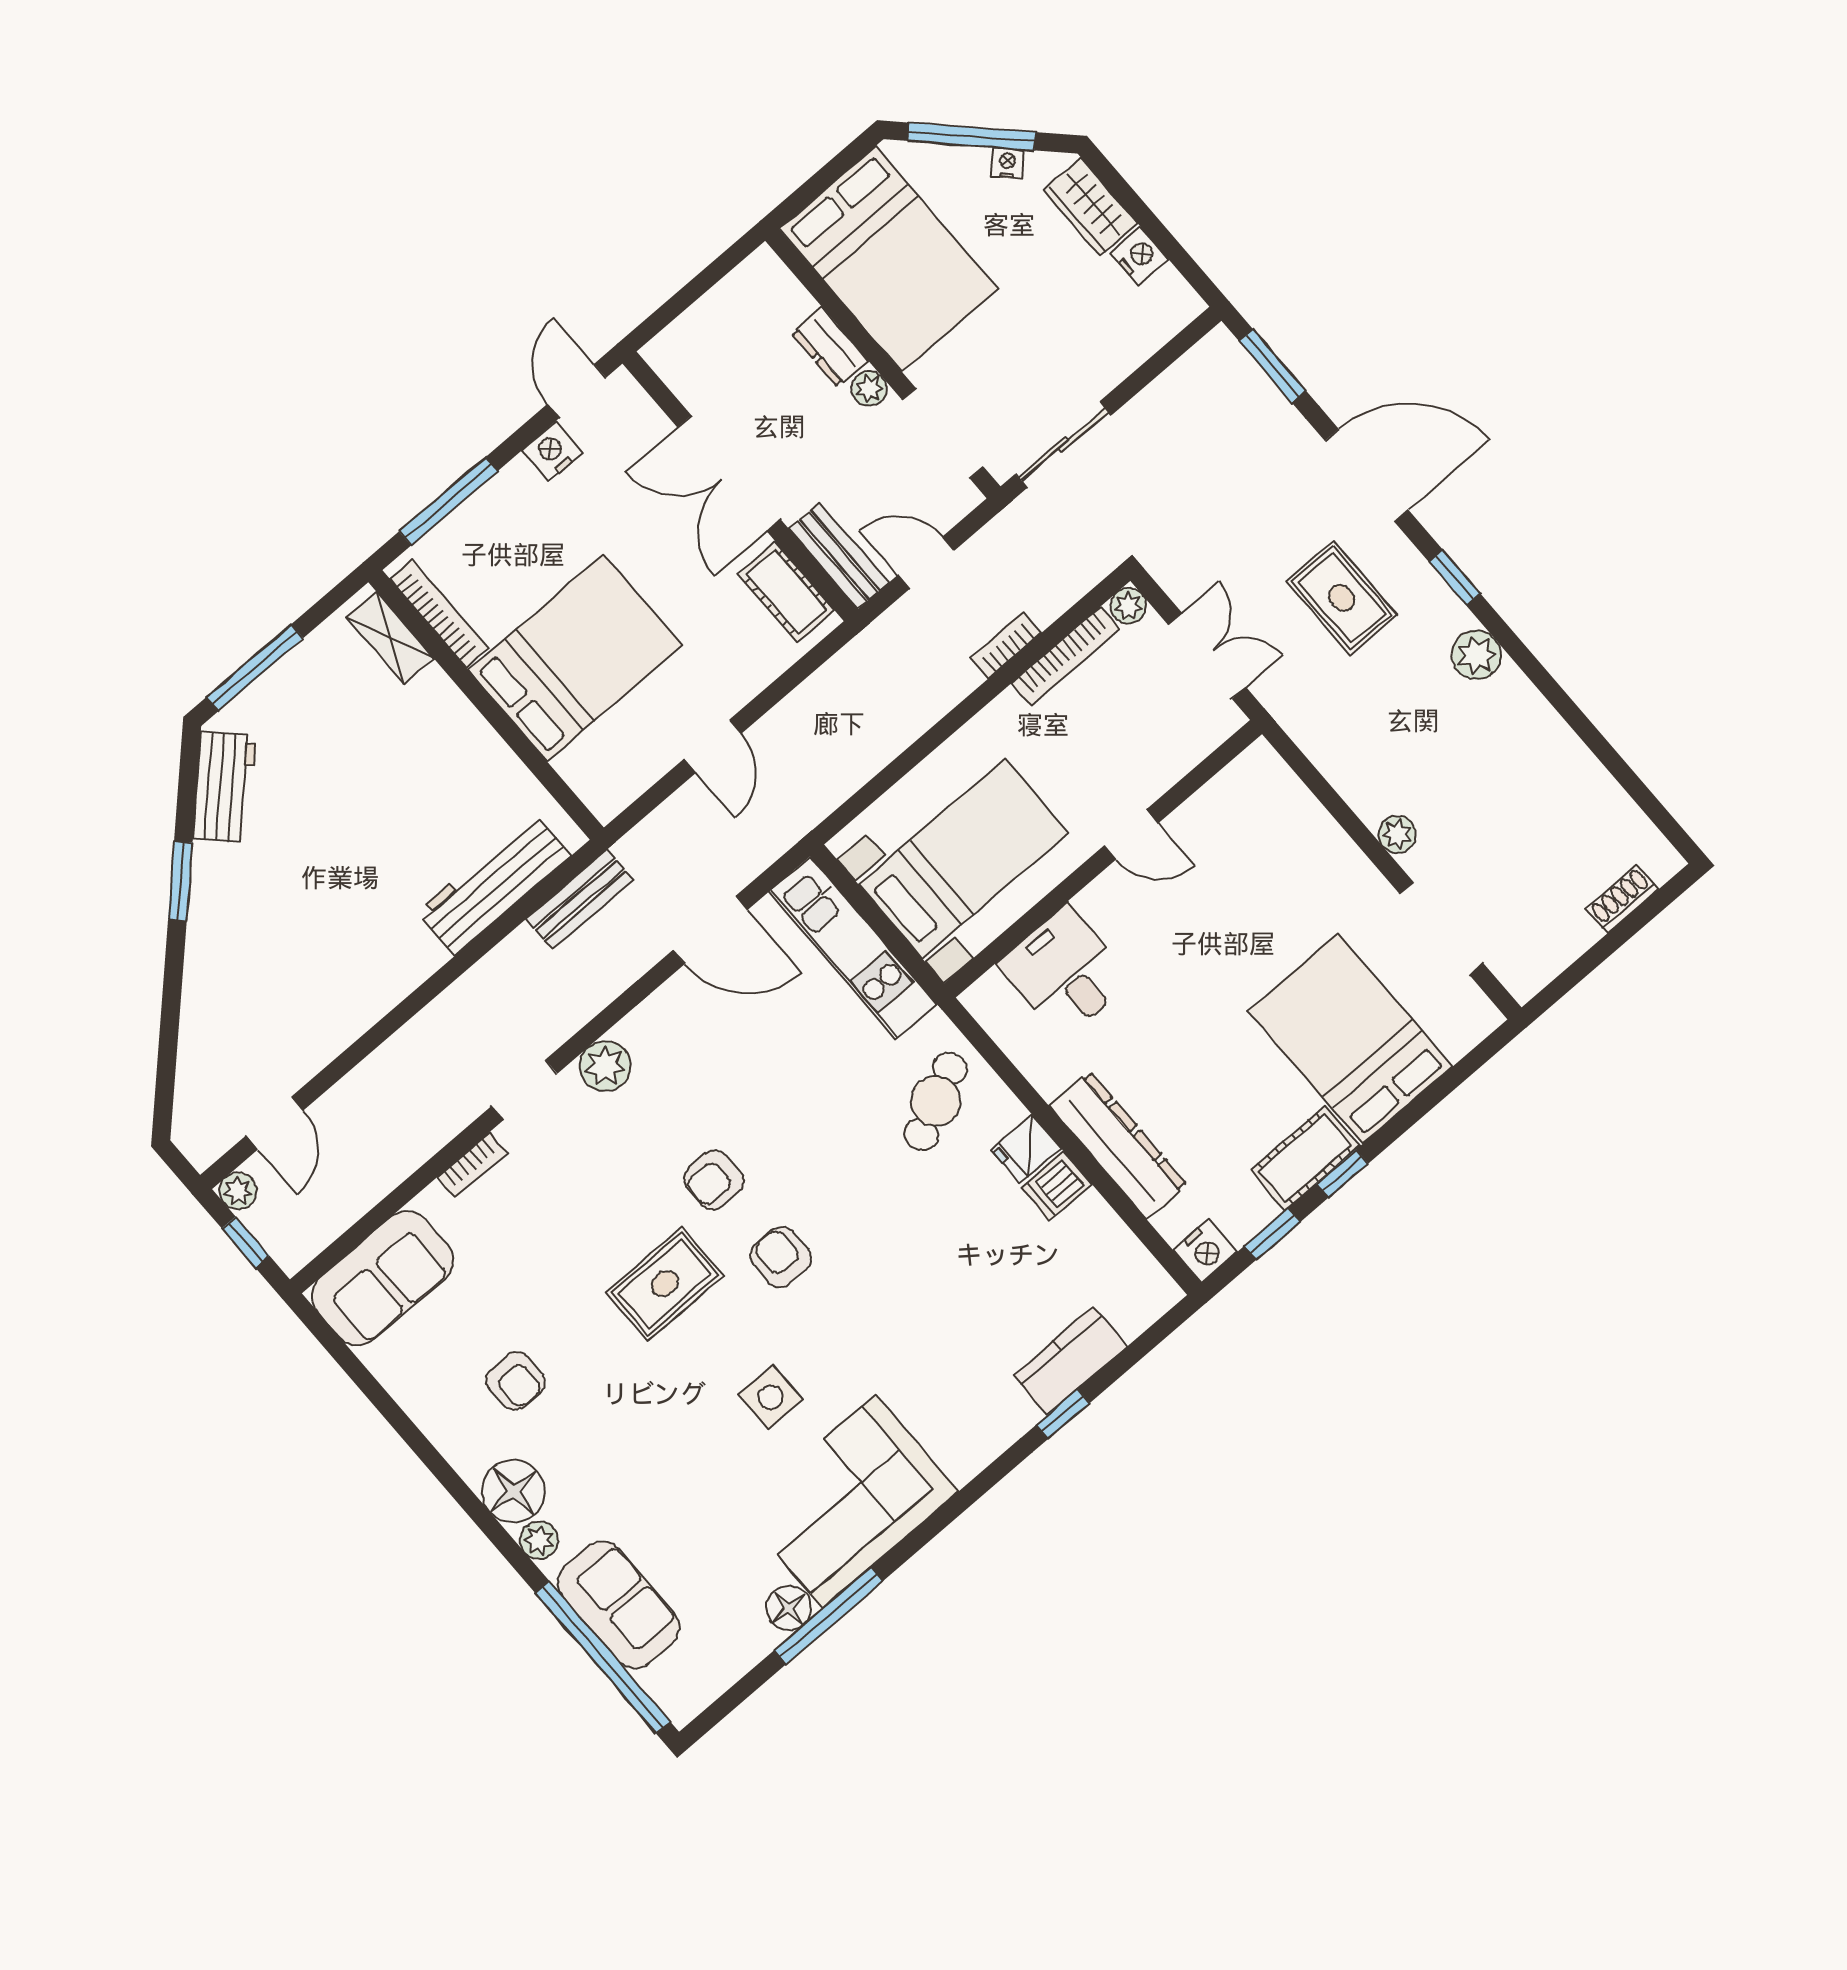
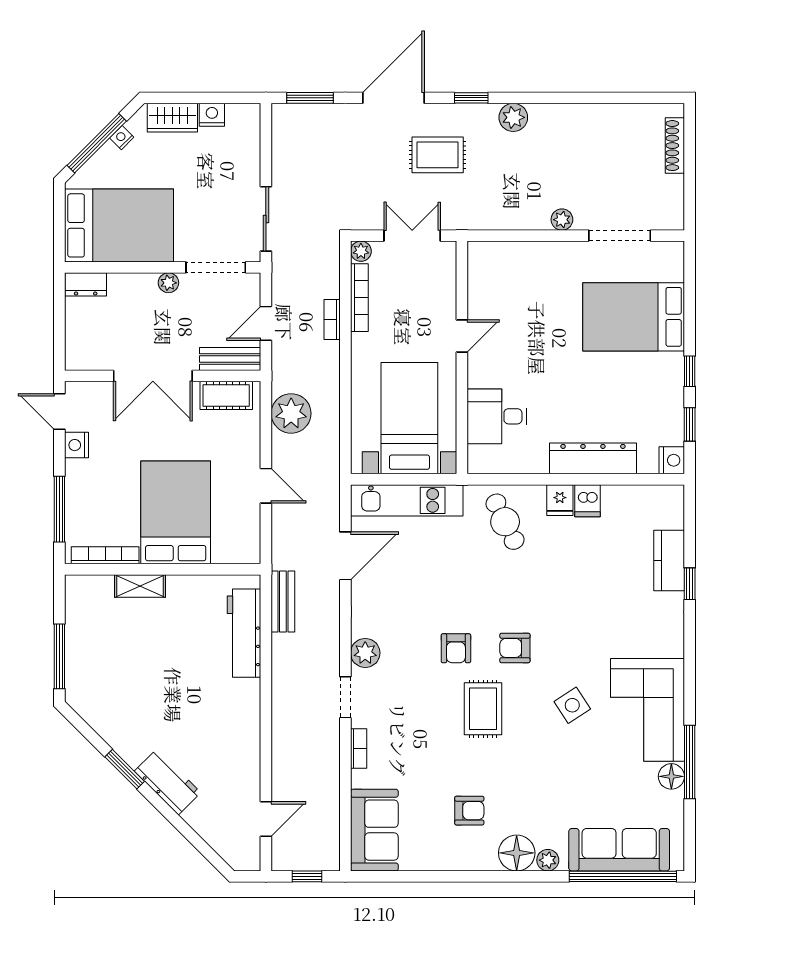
dresser: (830, 347) -> (86, 284), moved
shelving: (390, 638) -> (140, 586), moved
workbench: (225, 787) -> (168, 782), moved
shoe rack: (1622, 899) -> (675, 146), width x1.43
door: (275, 1123) -> (266, 819), hinge flipped
cot: (1305, 1158) -> (669, 382), removed
plant: (238, 1191) -> (291, 413), moved, width x1.87, depth x1.87
side table: (770, 1397) -> (572, 705), turned -33
sofa: (618, 1605) -> (619, 850), width x1.36

